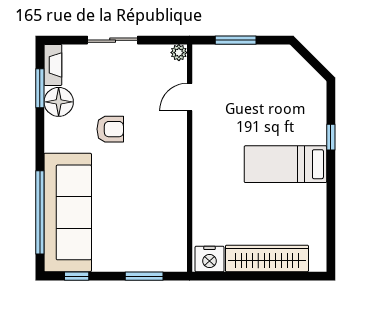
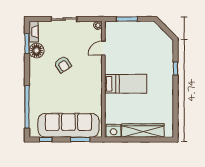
armchair: (110, 129) -> (63, 64), turned 57
bed: (285, 164) -> (126, 84), moved, turned 180
sofa: (68, 212) -> (68, 125), moved, turned -90

